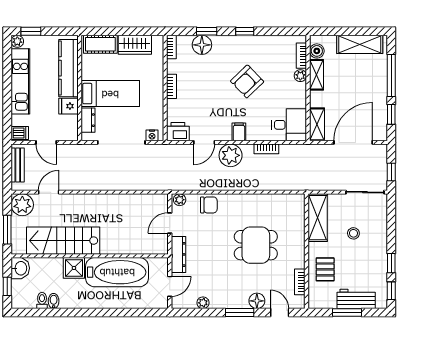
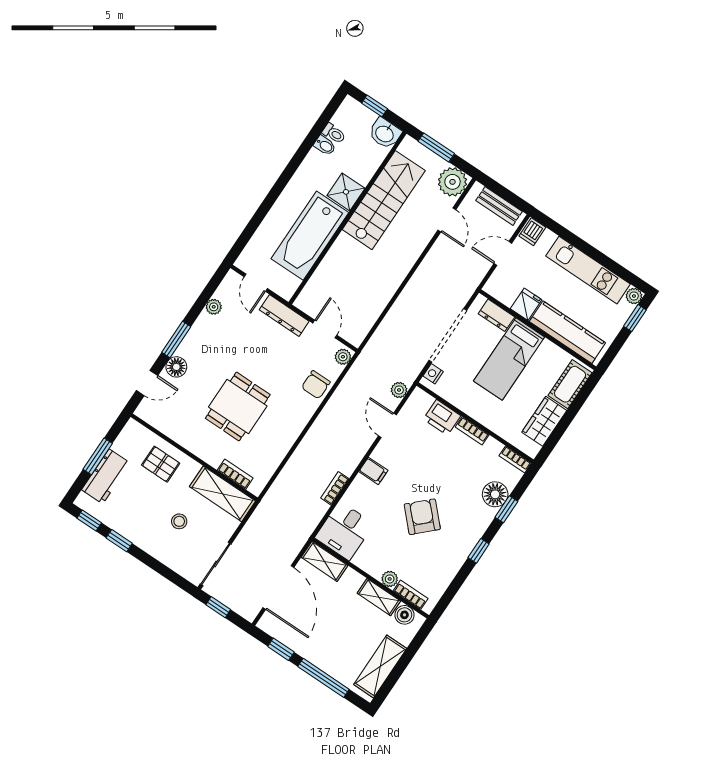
printer: (178, 132) -> (442, 417), moved, turned 90
plant: (231, 155) -> (399, 390), moved, width x0.53, depth x0.53
bookcase: (300, 282) -> (235, 474), moved

